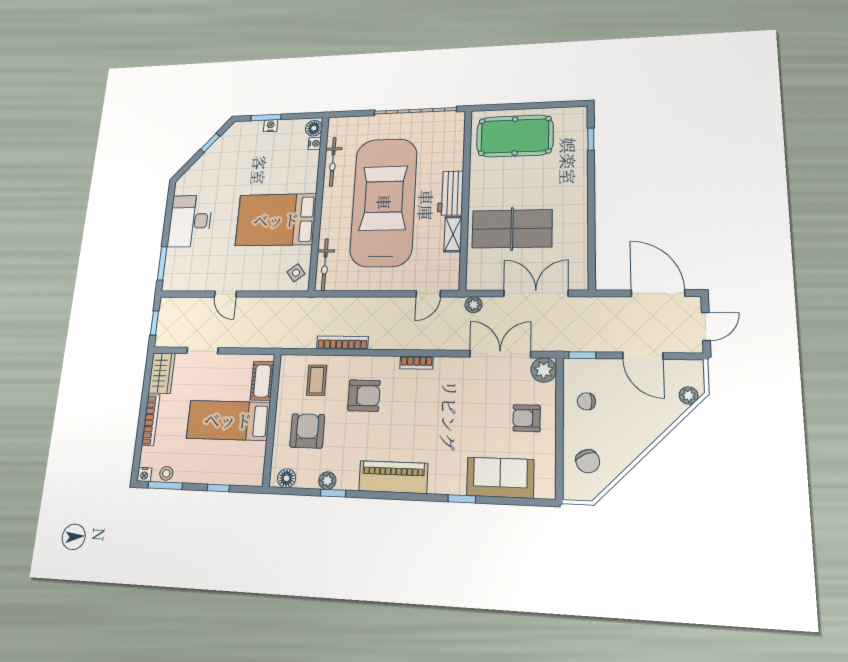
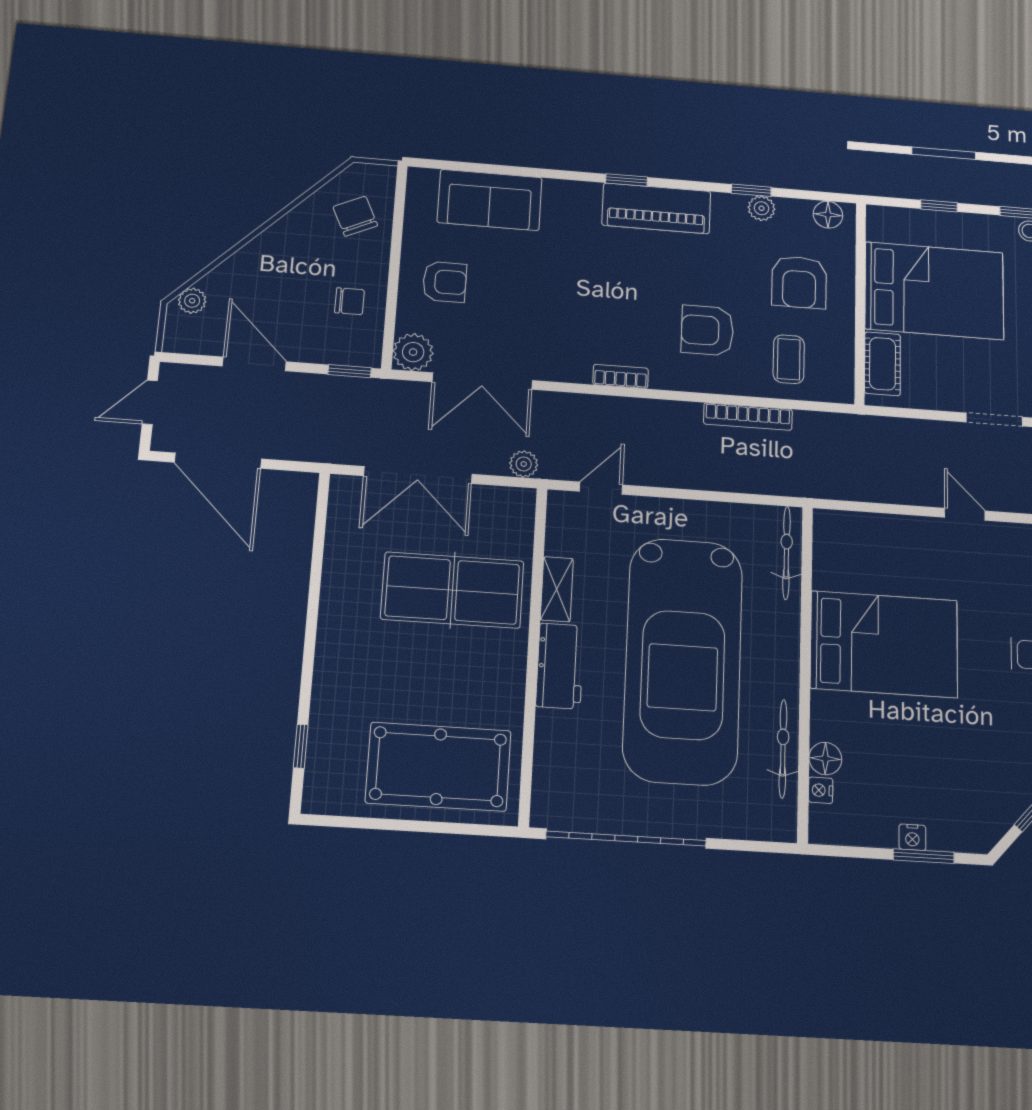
floor lamp: (314, 128) -> (825, 759), moved
side table: (296, 273) -> (838, 542), removed
bed: (228, 420) -> (934, 291), width x1.50
window: (462, 499) -> (627, 180), moved

